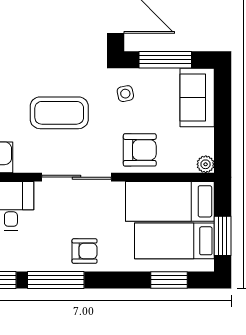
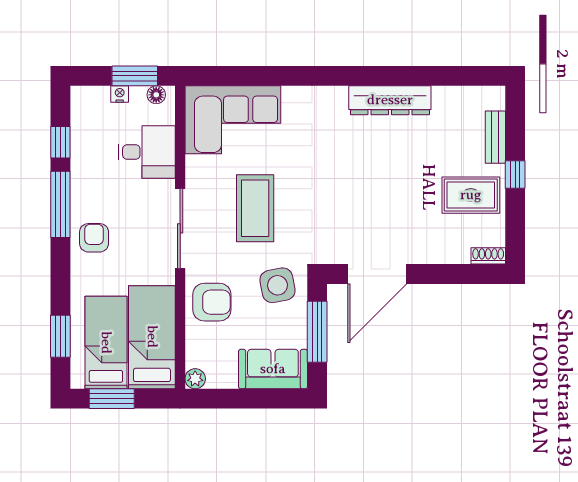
side table: (125, 94) -> (278, 285), width x1.87, depth x1.87
armchair: (140, 150) -> (212, 302), turned -90
armchair: (85, 251) -> (94, 238), turned 180

